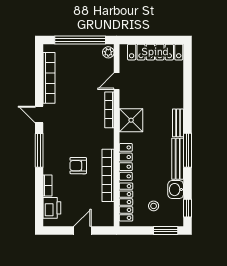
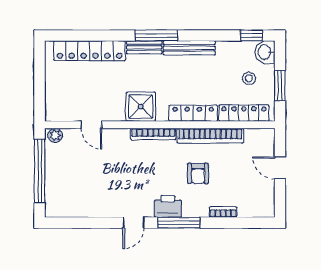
locker: (155, 52) -> (90, 51), moved, turned 90
bookcase: (49, 78) -> (87, 210), removed
bookcase: (109, 110) -> (153, 134), moved
window: (188, 150) -> (156, 35), moved
washbasin: (176, 190) -> (265, 52), moved, turned 90
printer: (52, 208) -> (168, 206), moved
window: (166, 231) -> (280, 86), moved

